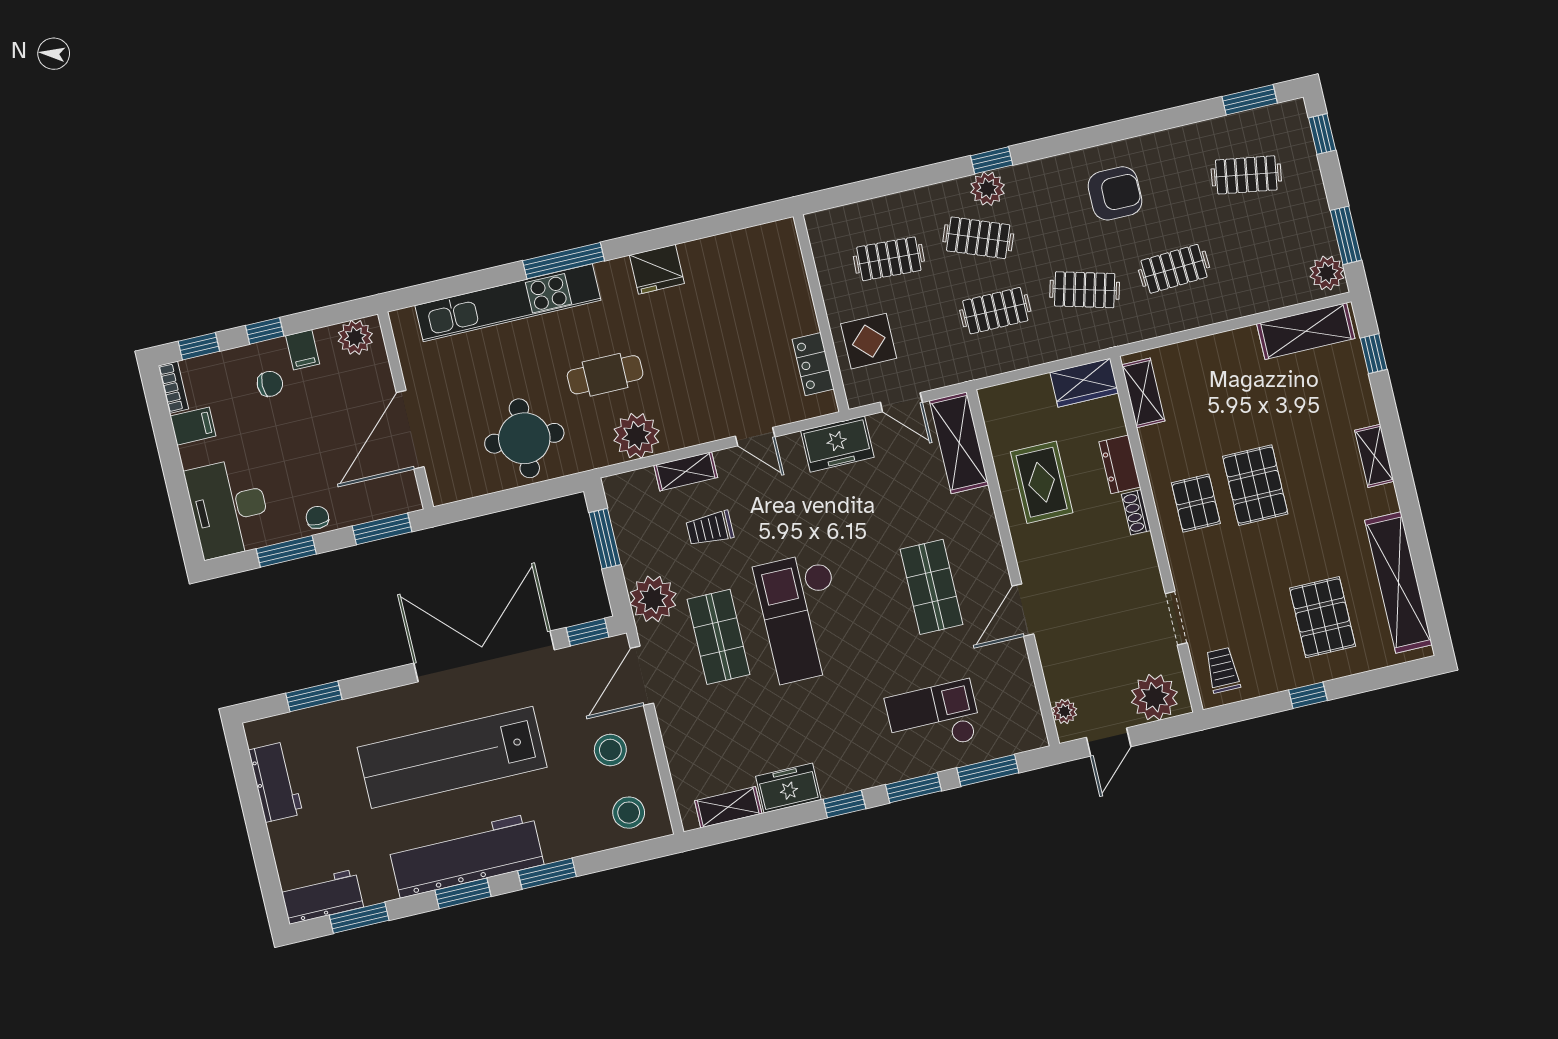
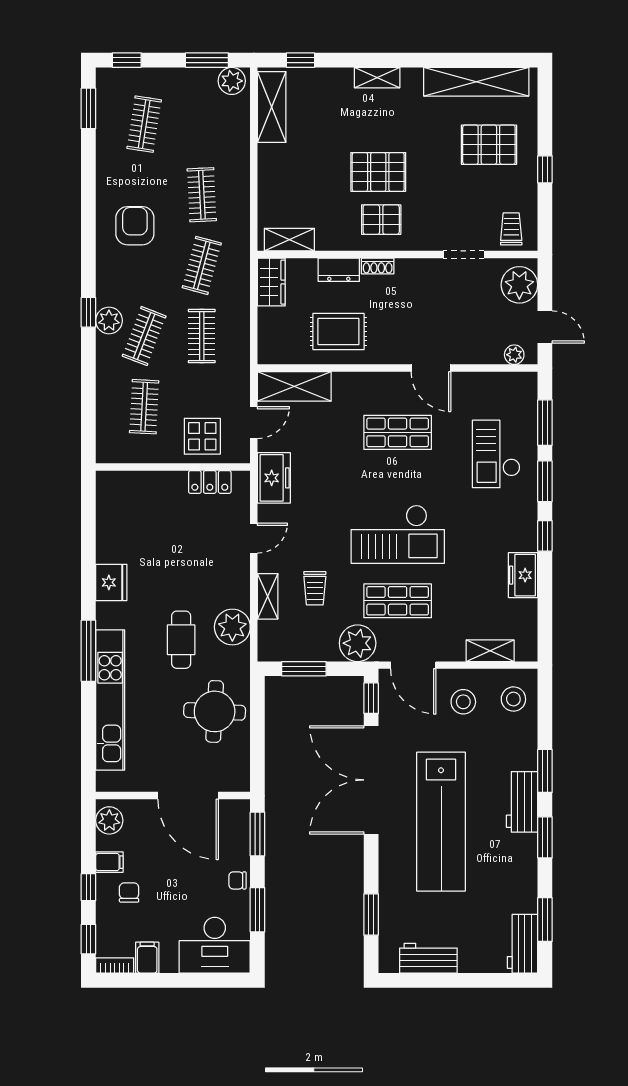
trolley: (1223, 670) -> (511, 229), turned 90
shelving: (728, 807) -> (490, 651), moved, turned 90
workbench: (466, 855) -> (522, 802), width x0.53, depth x0.76

